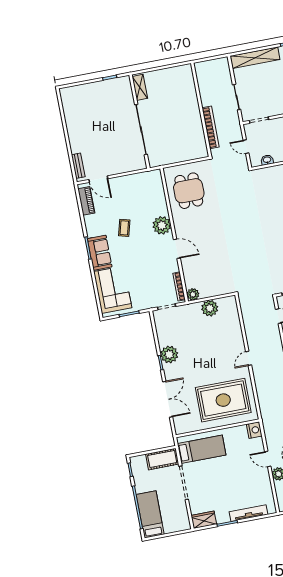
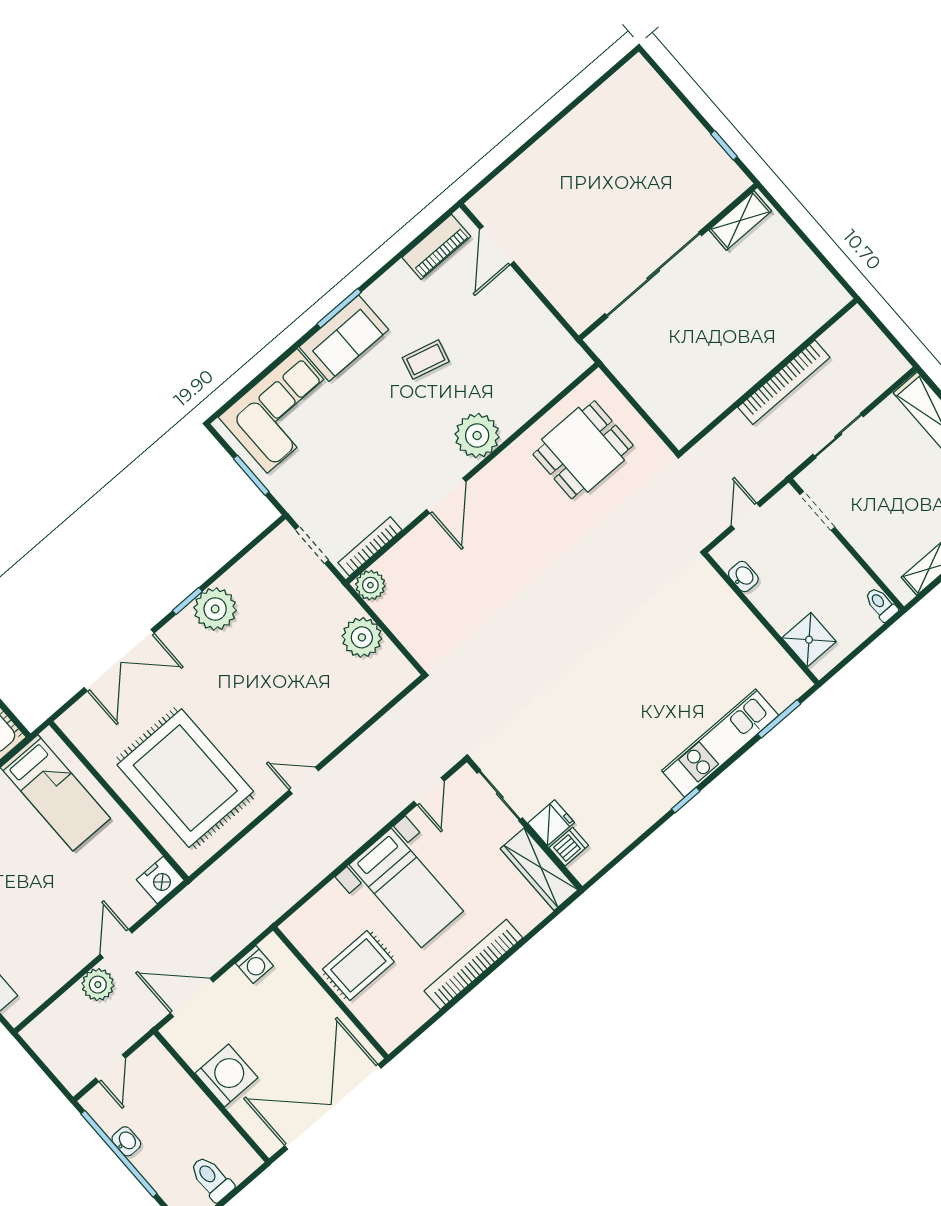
bookcase: (211, 127) -> (784, 382), moved
bench: (78, 166) -> (500, 187), removed

